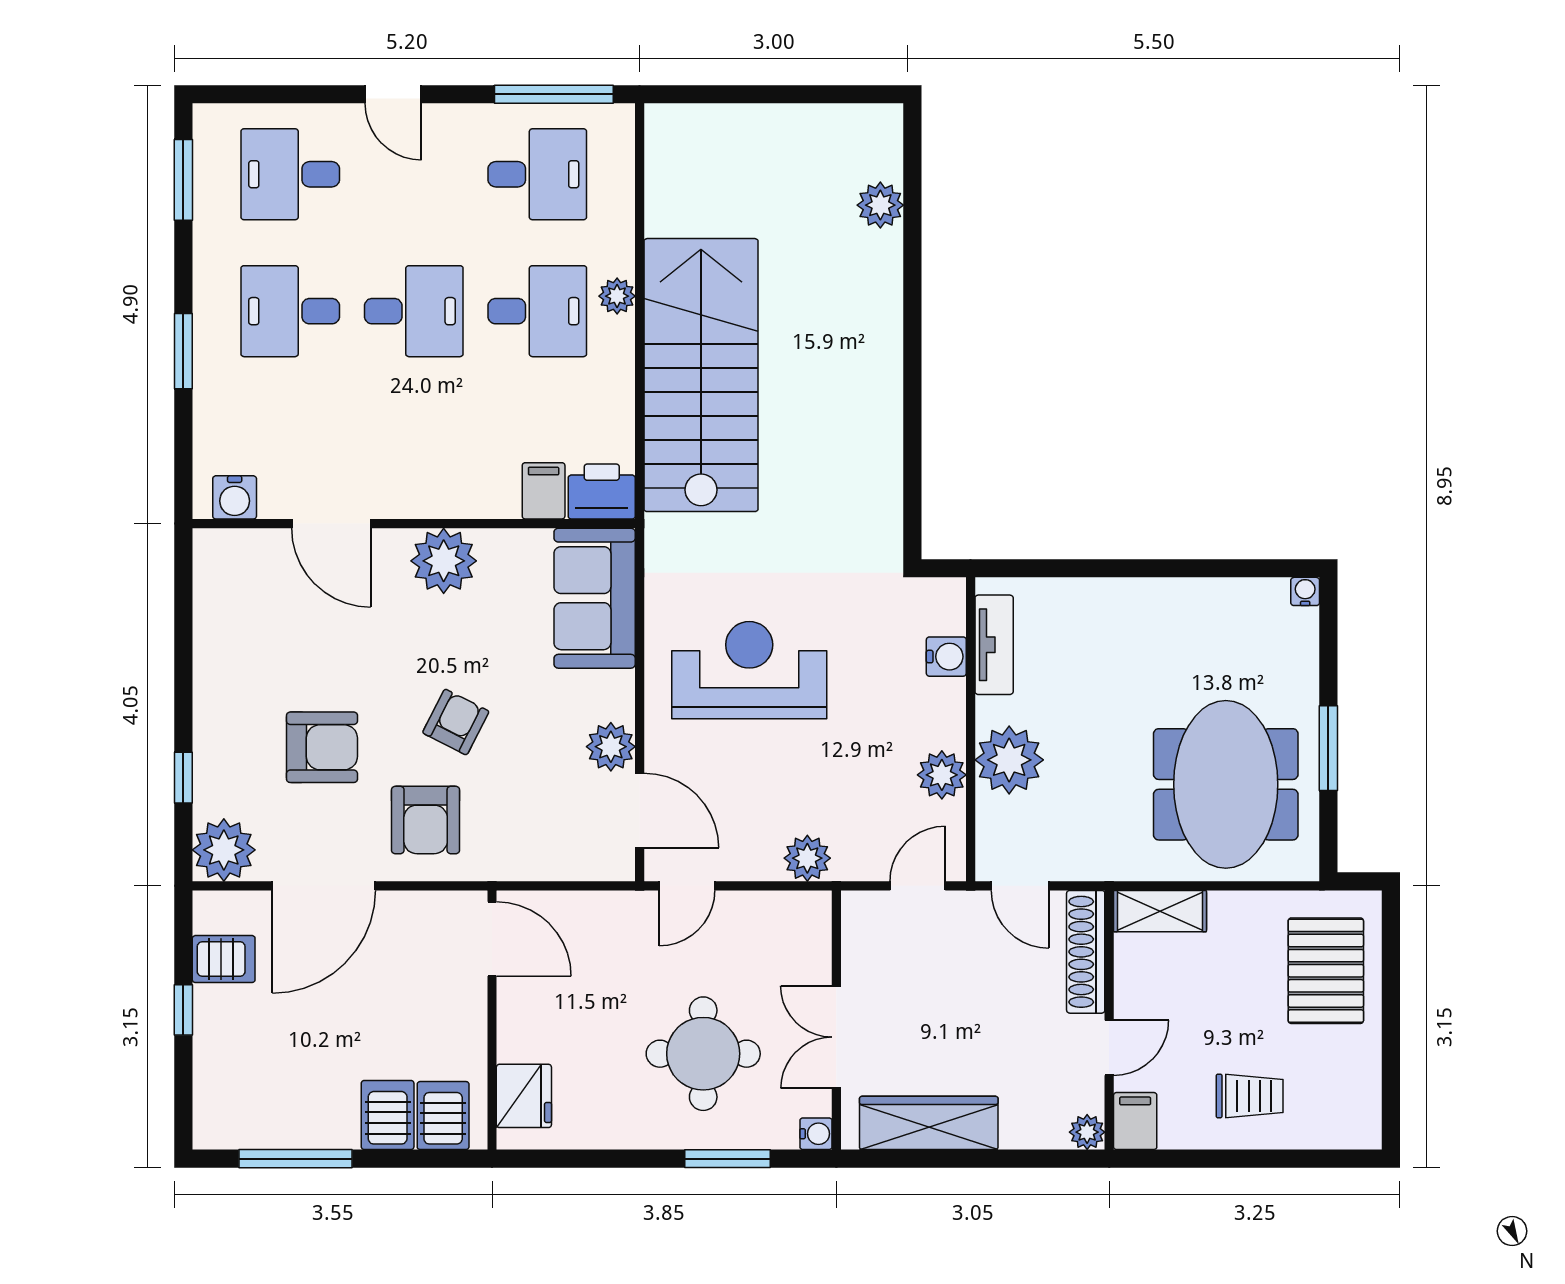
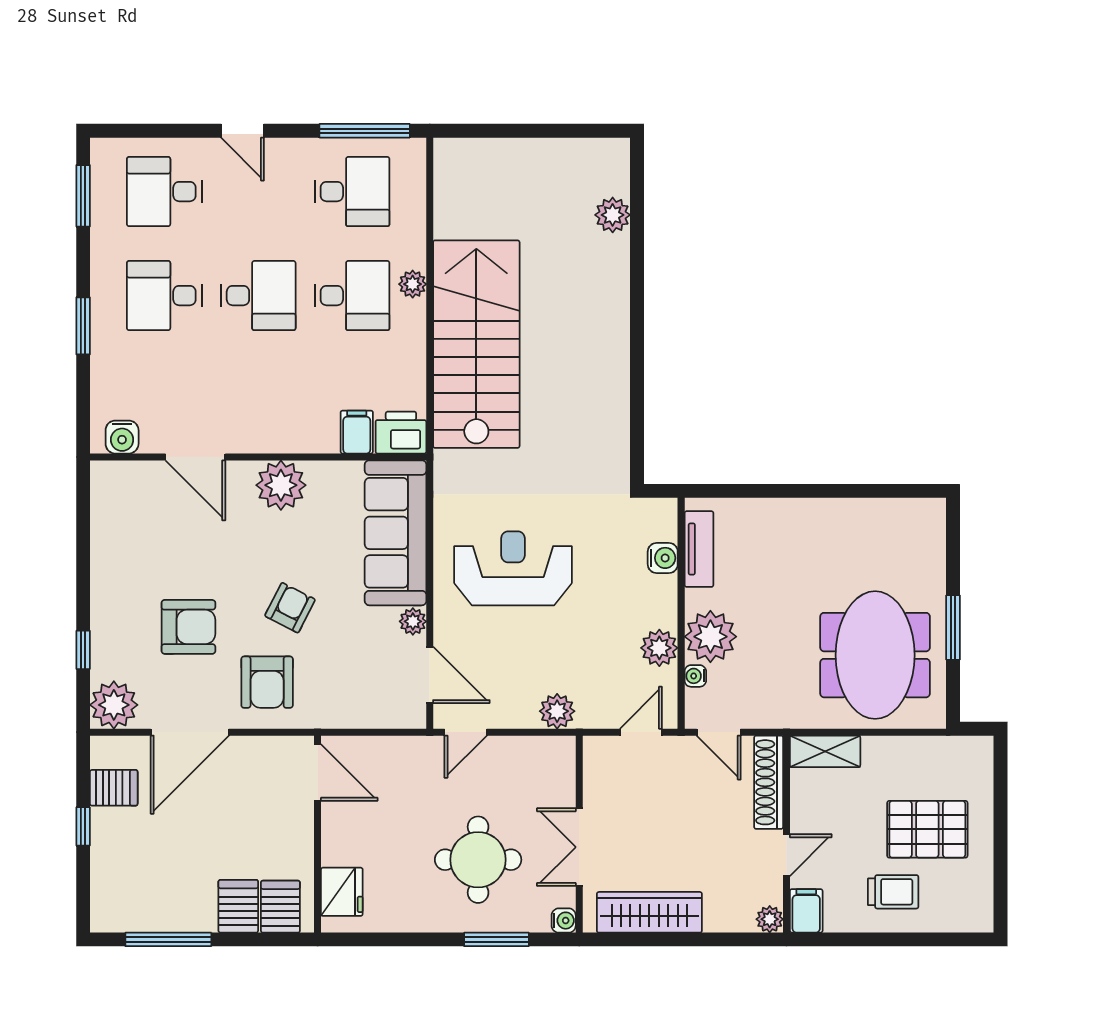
water cooler: (1305, 591) -> (695, 676), moved, turned -90
sofa: (595, 598) -> (396, 533), width x1.36
plant: (611, 747) -> (413, 621), width x0.73, depth x0.73
pallet: (1326, 971) -> (927, 829), moved, turned 90

